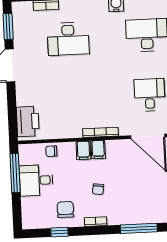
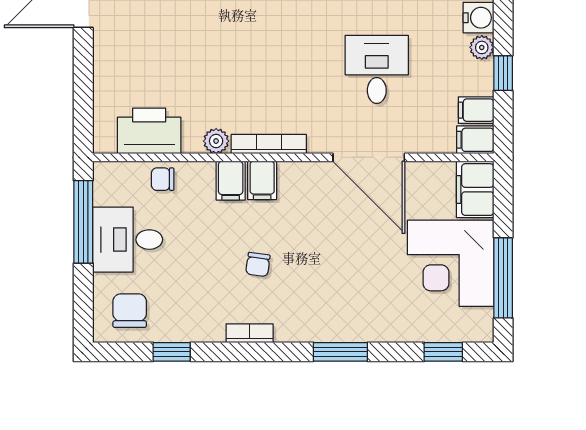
printer: (28, 121) -> (149, 131), moved, turned -90
plant: (76, 132) -> (216, 141), added
chair: (65, 209) -> (130, 311), moved
window: (139, 228) -> (340, 352), width x0.69

